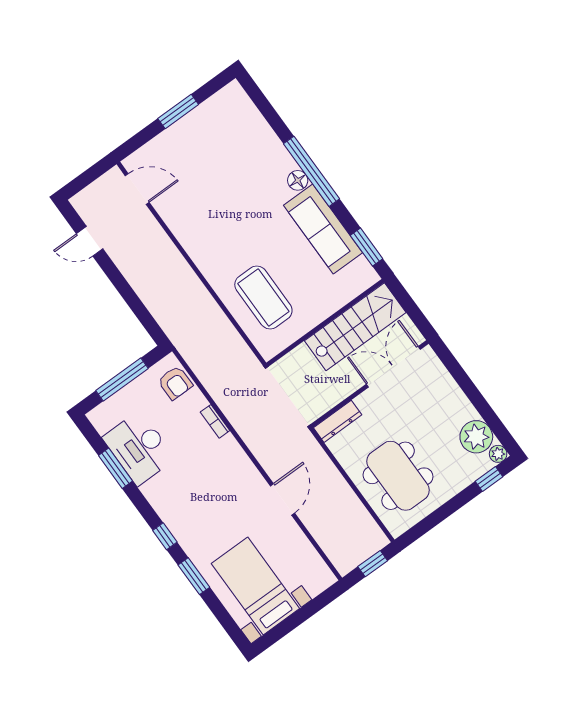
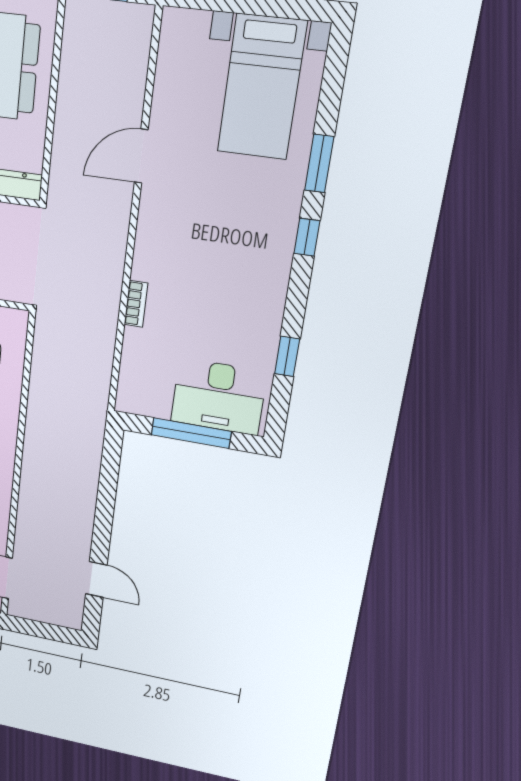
armchair: (175, 383) -> (140, 379), removed
desk: (139, 448) -> (218, 397), moved, turned 90
window: (115, 468) -> (287, 356), width x0.67

